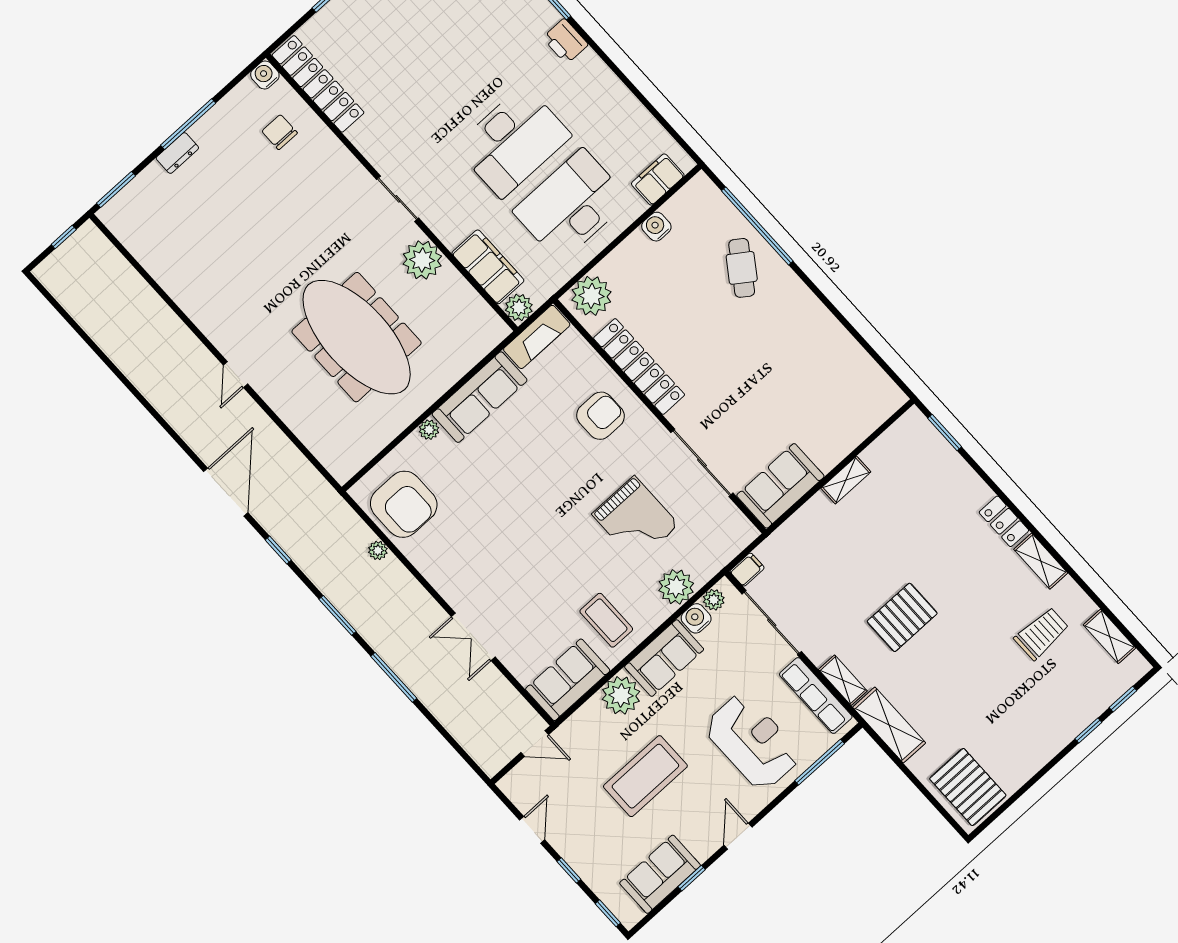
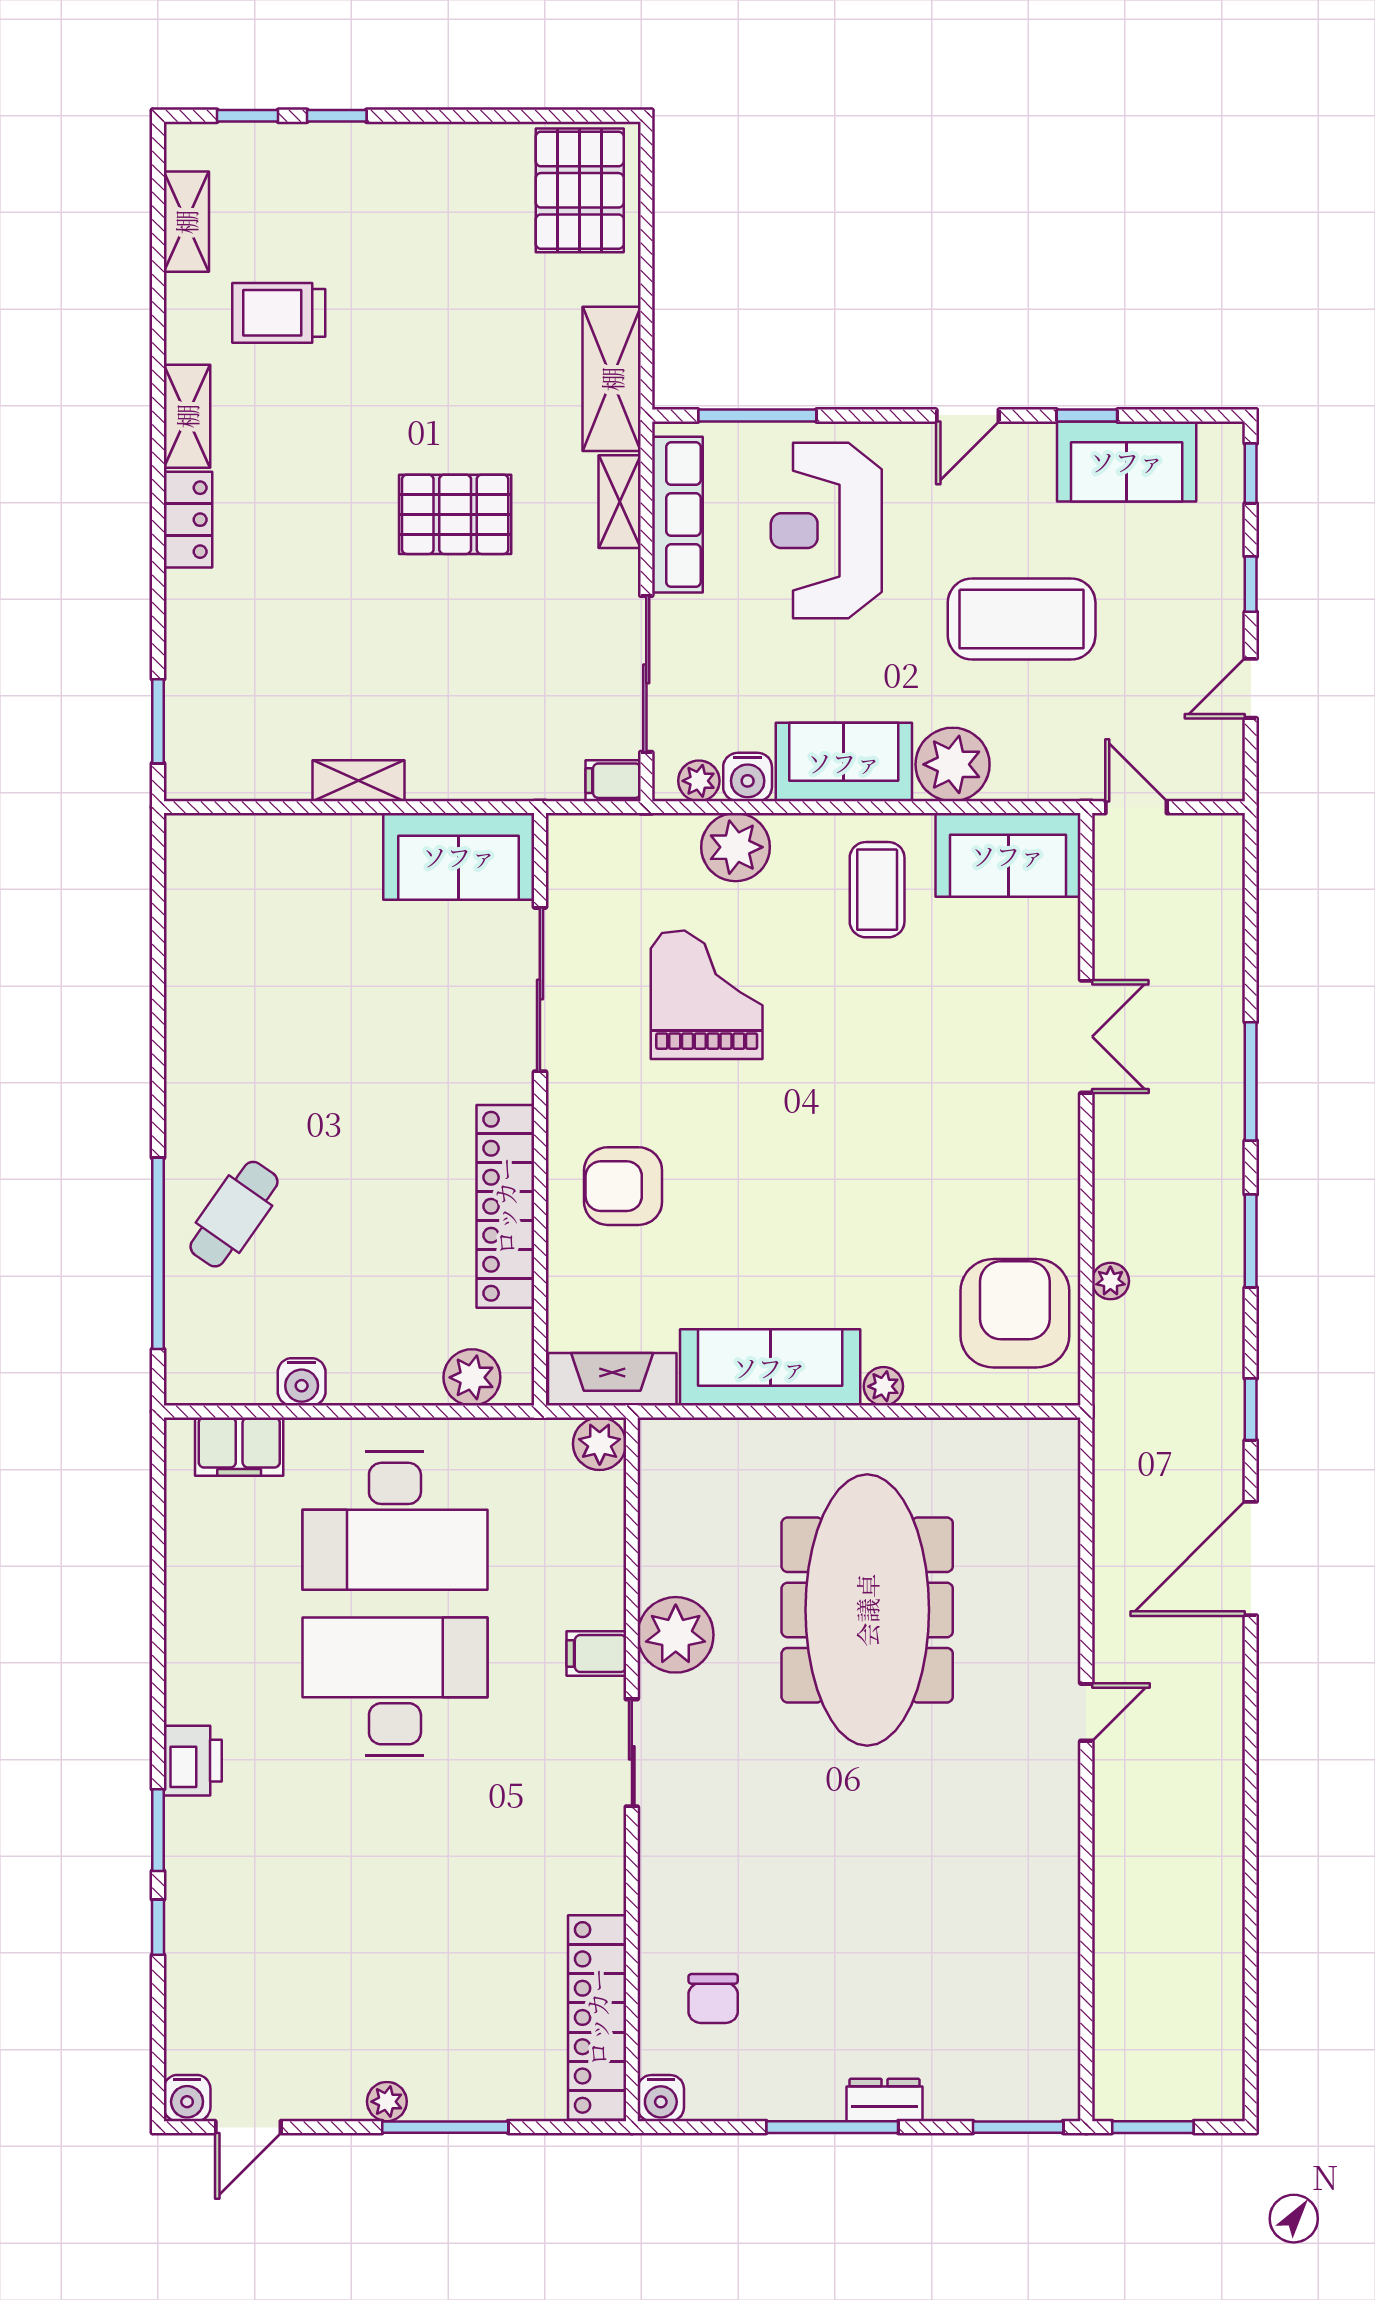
window: (64, 237) -> (1153, 2127), width x1.50
filing cabinet: (488, 267) -> (596, 1654), moved, width x0.33, depth x0.86
plant: (591, 296) -> (472, 1377), width x0.73, depth x0.73

